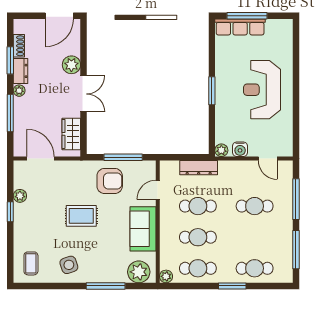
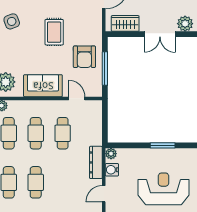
dresser: (199, 168) -> (96, 162), moved
cafe table: (255, 206) -> (36, 182), moved

